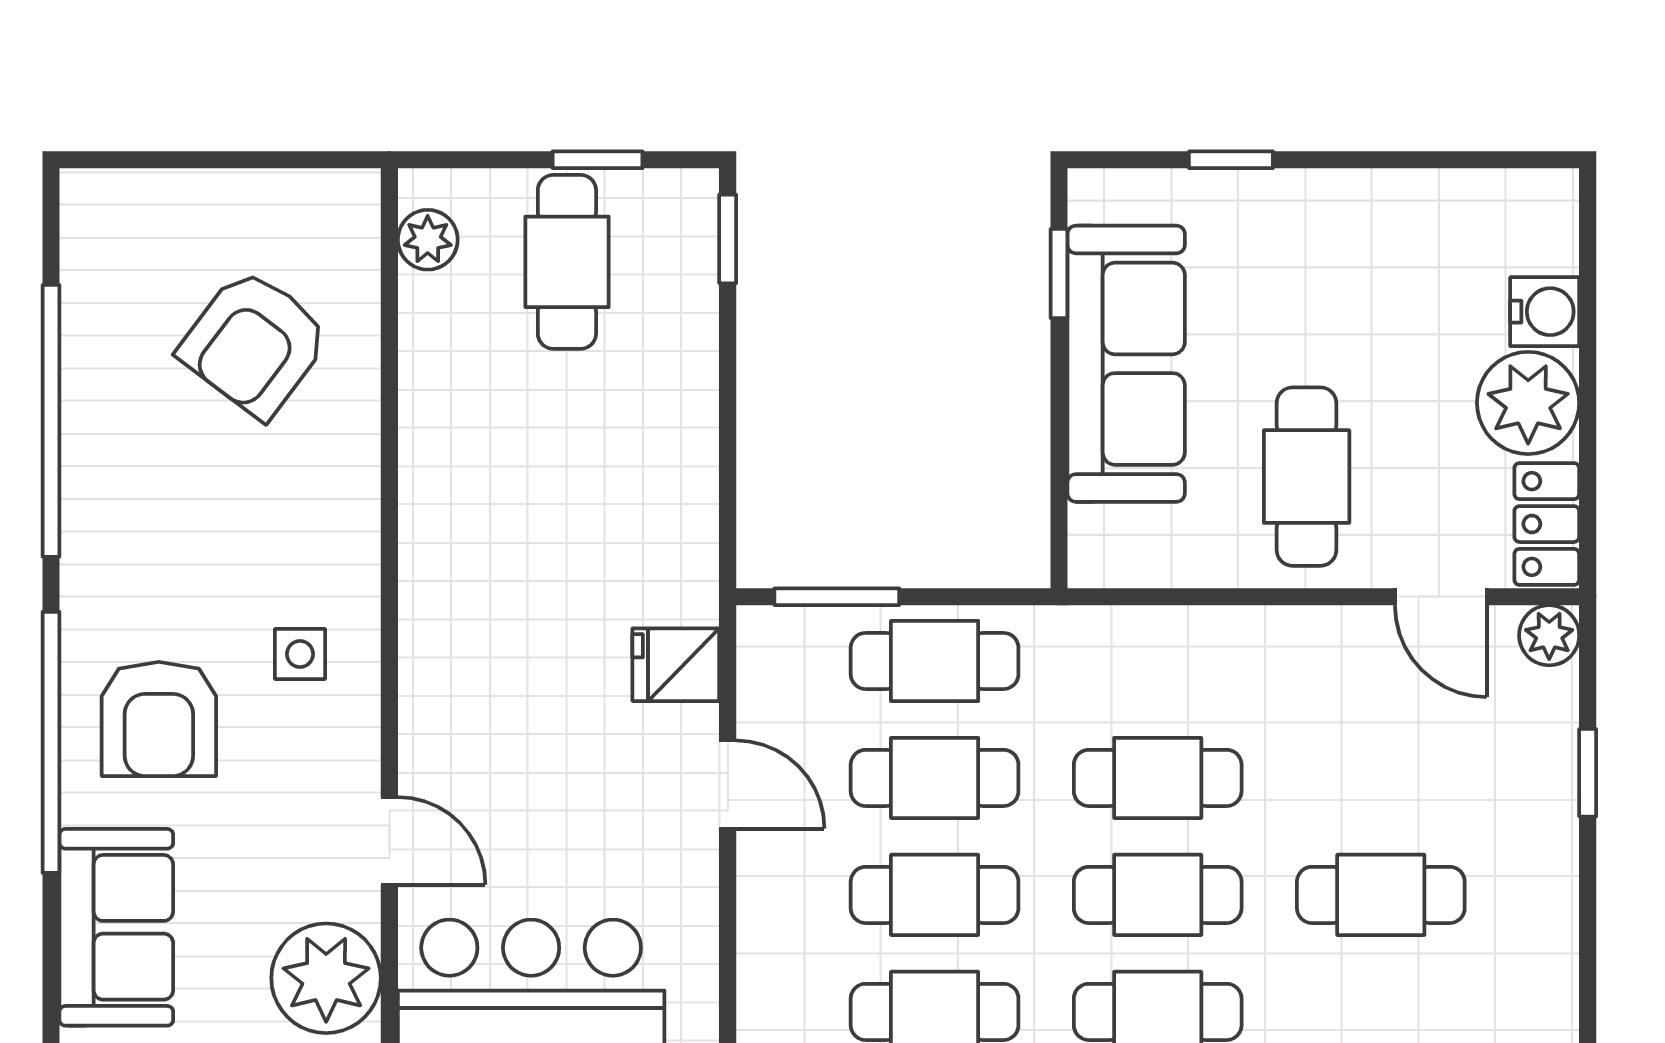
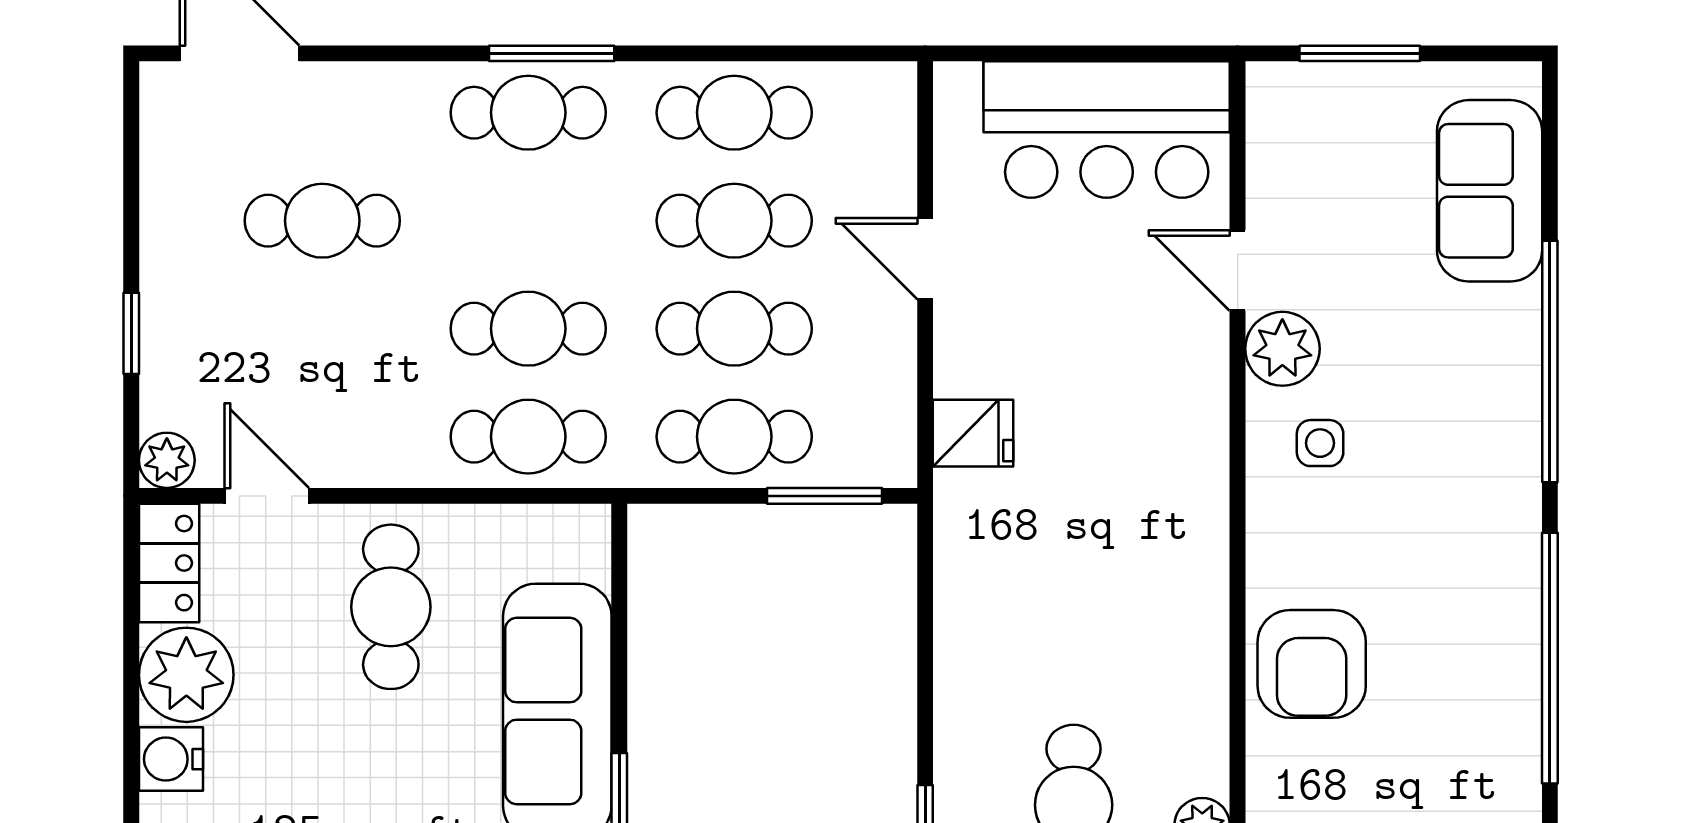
armchair: (255, 343) -> (1312, 664), moved, turned 143
armchair: (159, 719) -> (1450, 383), removed
door: (728, 785) -> (925, 259), moved
cafe table: (1158, 895) -> (528, 437), moved
plant: (326, 978) -> (1282, 349), moved, width x0.73, depth x0.73

